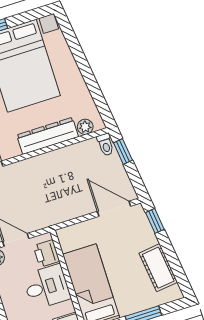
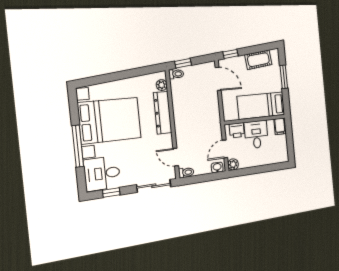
door: (114, 209) -> (218, 79), swing flipped

